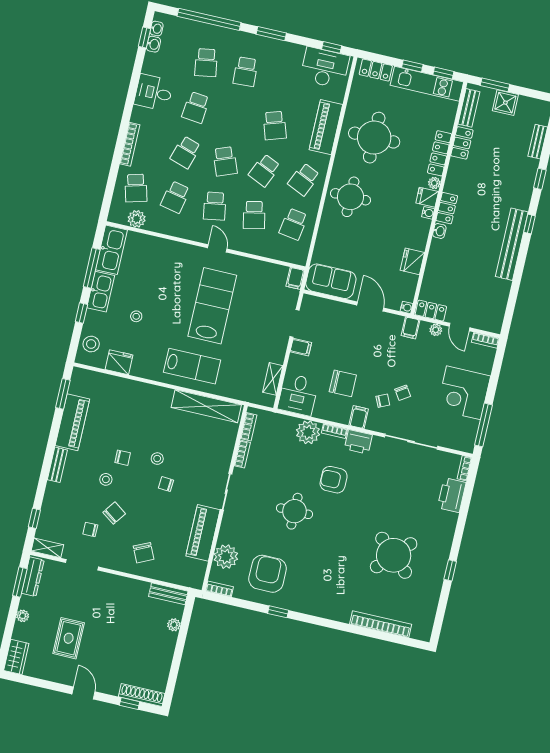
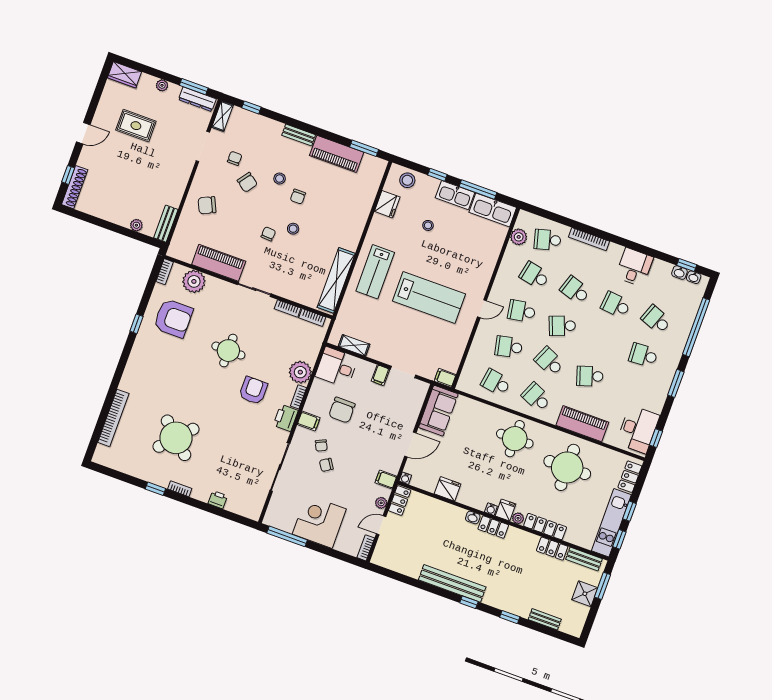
school desk: (206, 63) -> (656, 320), turned 30
bookcase: (465, 468) -> (180, 489), moved
printer: (452, 495) -> (218, 500), width x0.53, depth x0.68

